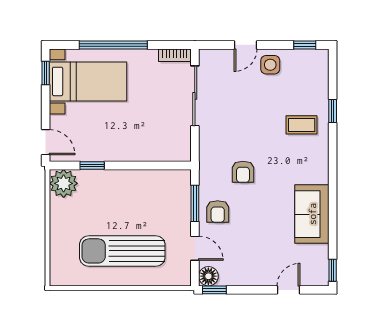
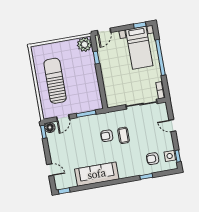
side table: (270, 65) -> (170, 156), moved
coffee table: (302, 125) -> (124, 135), moved
armchair: (218, 212) -> (153, 159), moved
sofa: (312, 214) -> (97, 174), width x1.36

